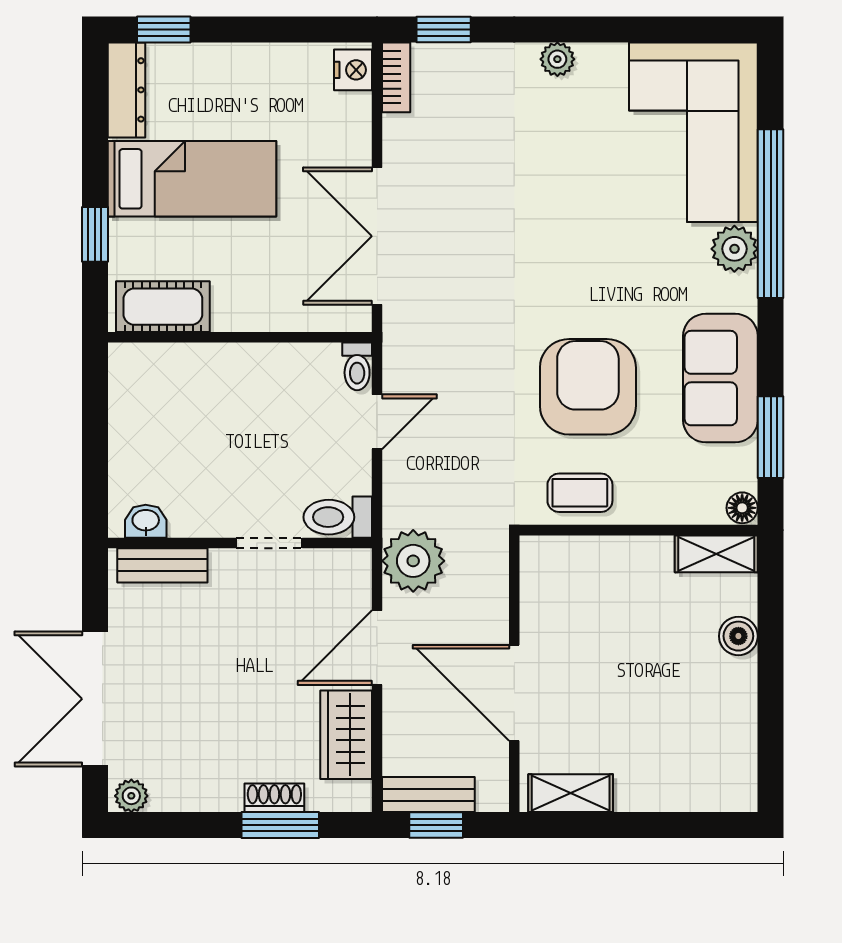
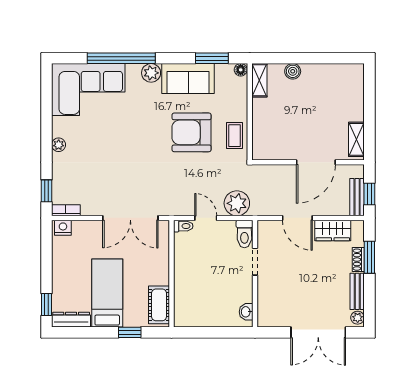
plant: (734, 249) -> (151, 73), moved
plant: (413, 561) -> (237, 203), moved
bench: (162, 565) -> (357, 291), moved

